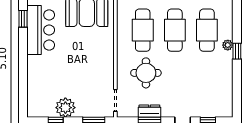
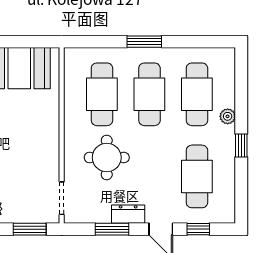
window: (237, 51) -> (241, 146), moved
cafe table: (207, 86) -> (197, 176), added
dresser: (149, 111) -> (128, 214), moved

